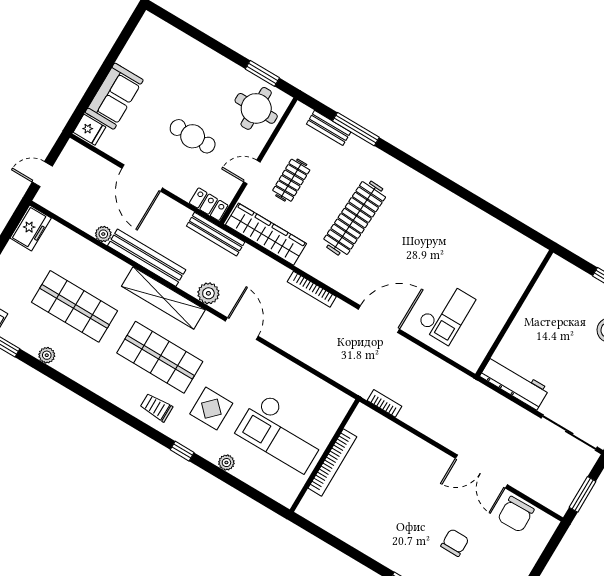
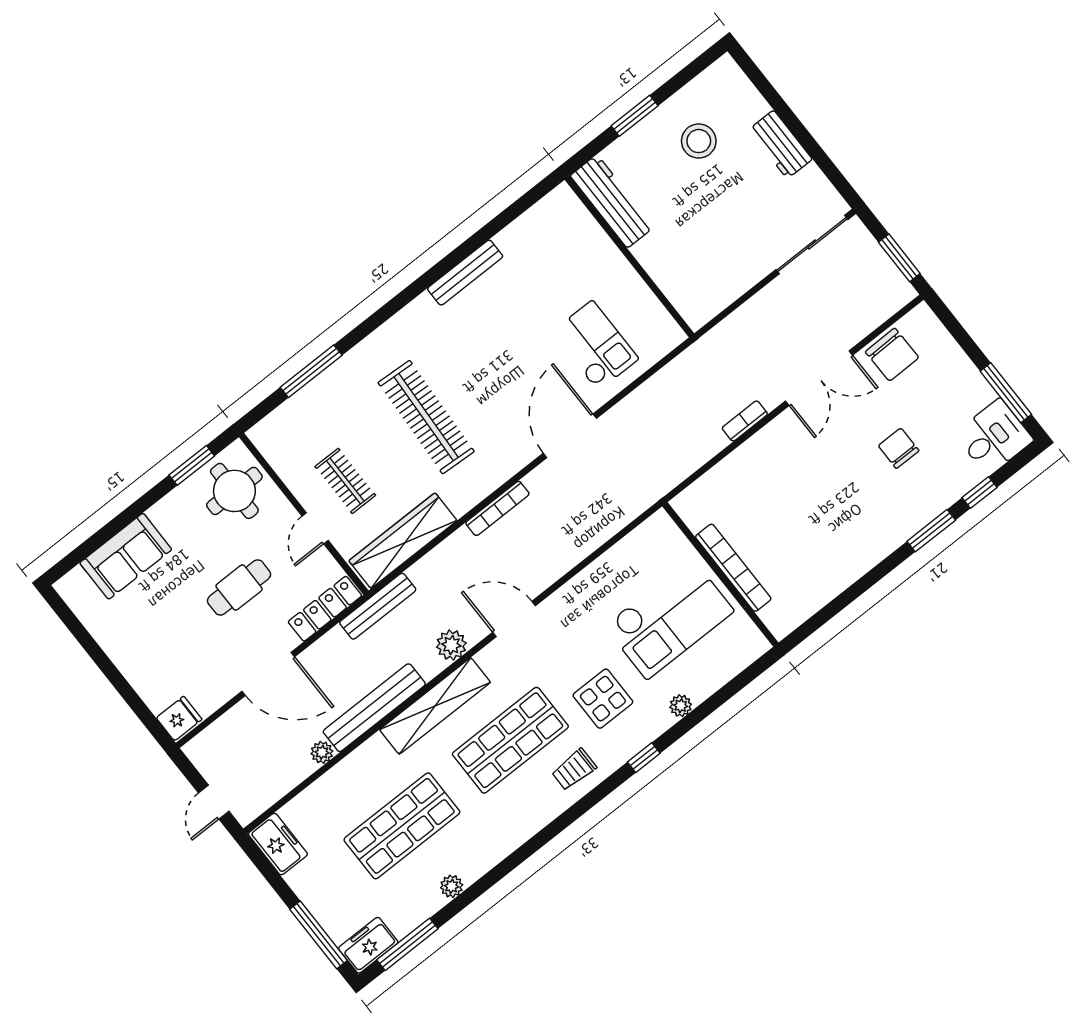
sofa: (114, 96) -> (126, 556), moved, turned 90
bench: (329, 128) -> (465, 273), moved, width x1.36
locker: (209, 204) -> (325, 609), width x1.53
workbench: (514, 383) -> (612, 201), moved, turned 90
bookcase: (385, 403) -> (745, 421), moved

